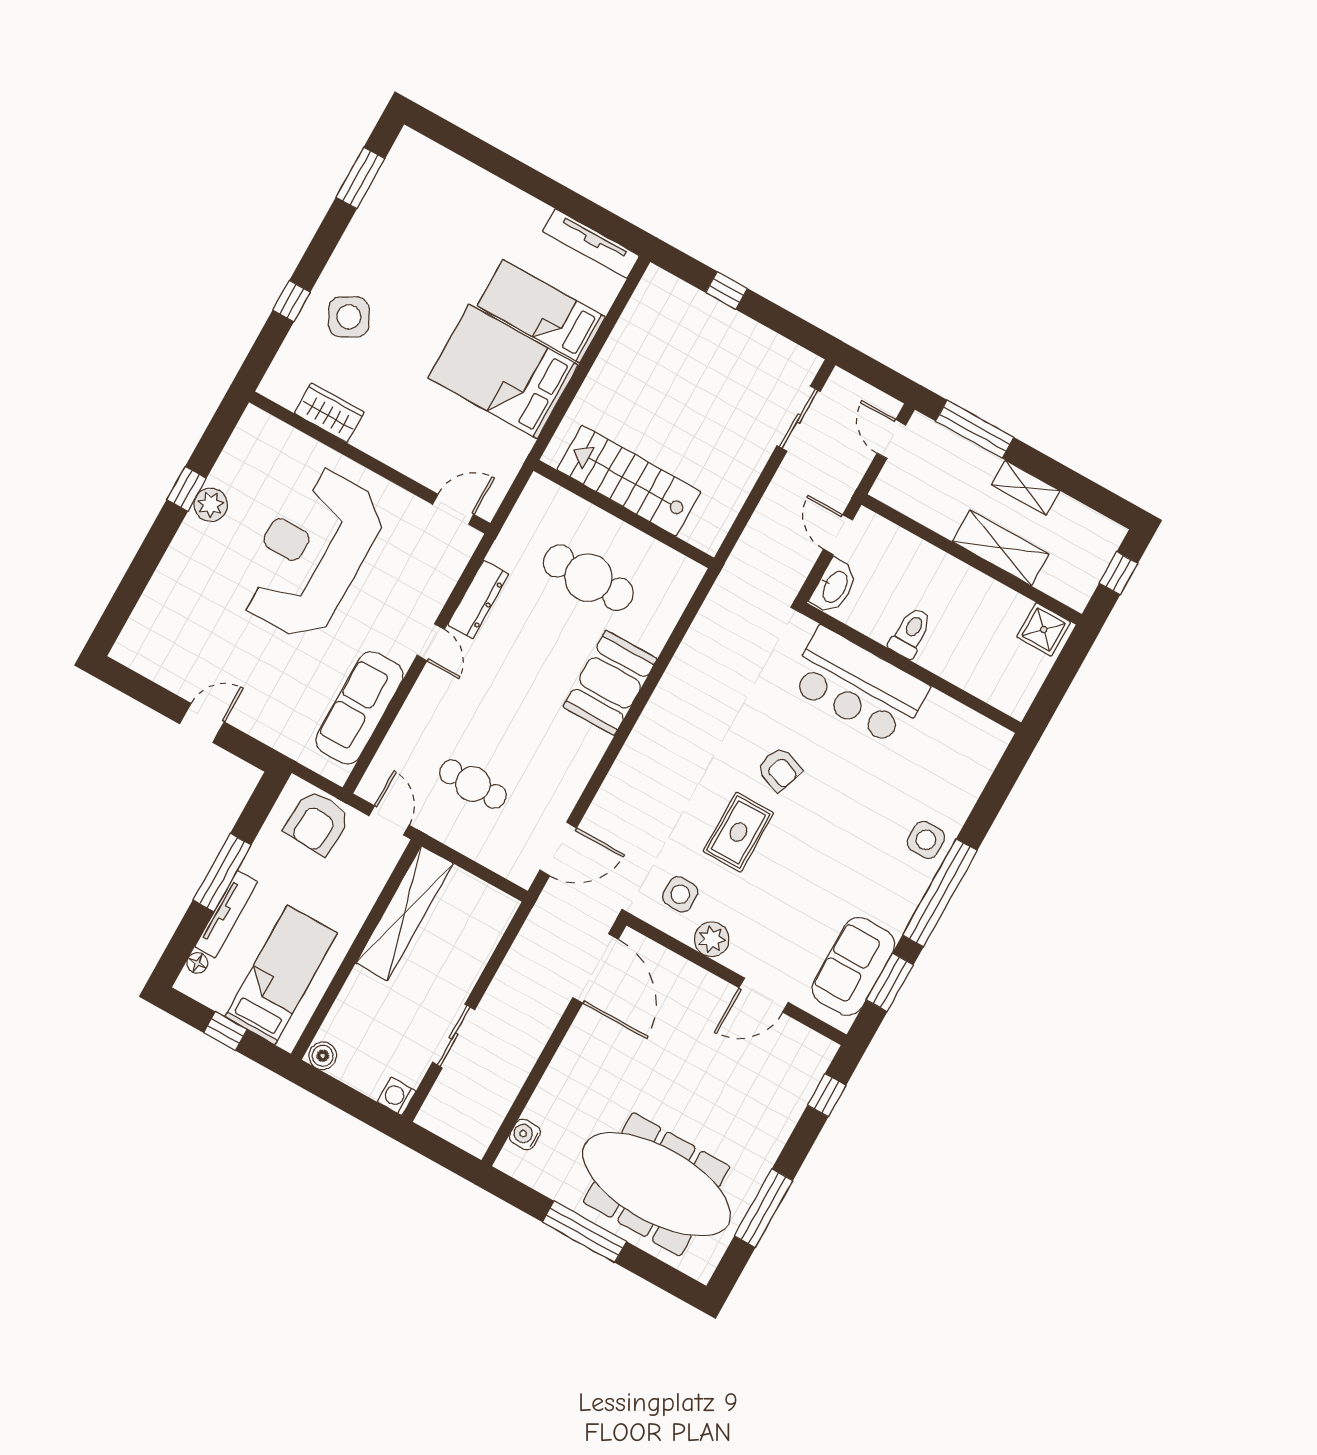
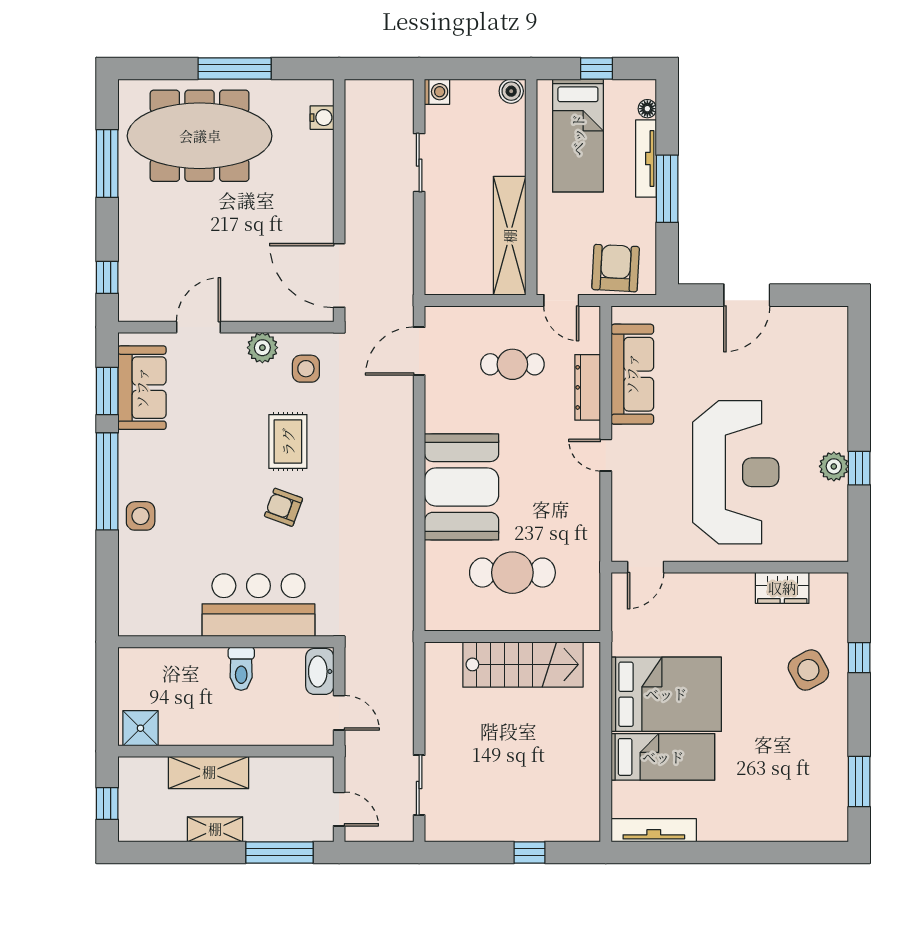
dresser: (478, 600) -> (588, 387), moved
booth: (610, 683) -> (462, 487), width x1.36, depth x1.42
door: (202, 723) -> (747, 295), width x1.38

